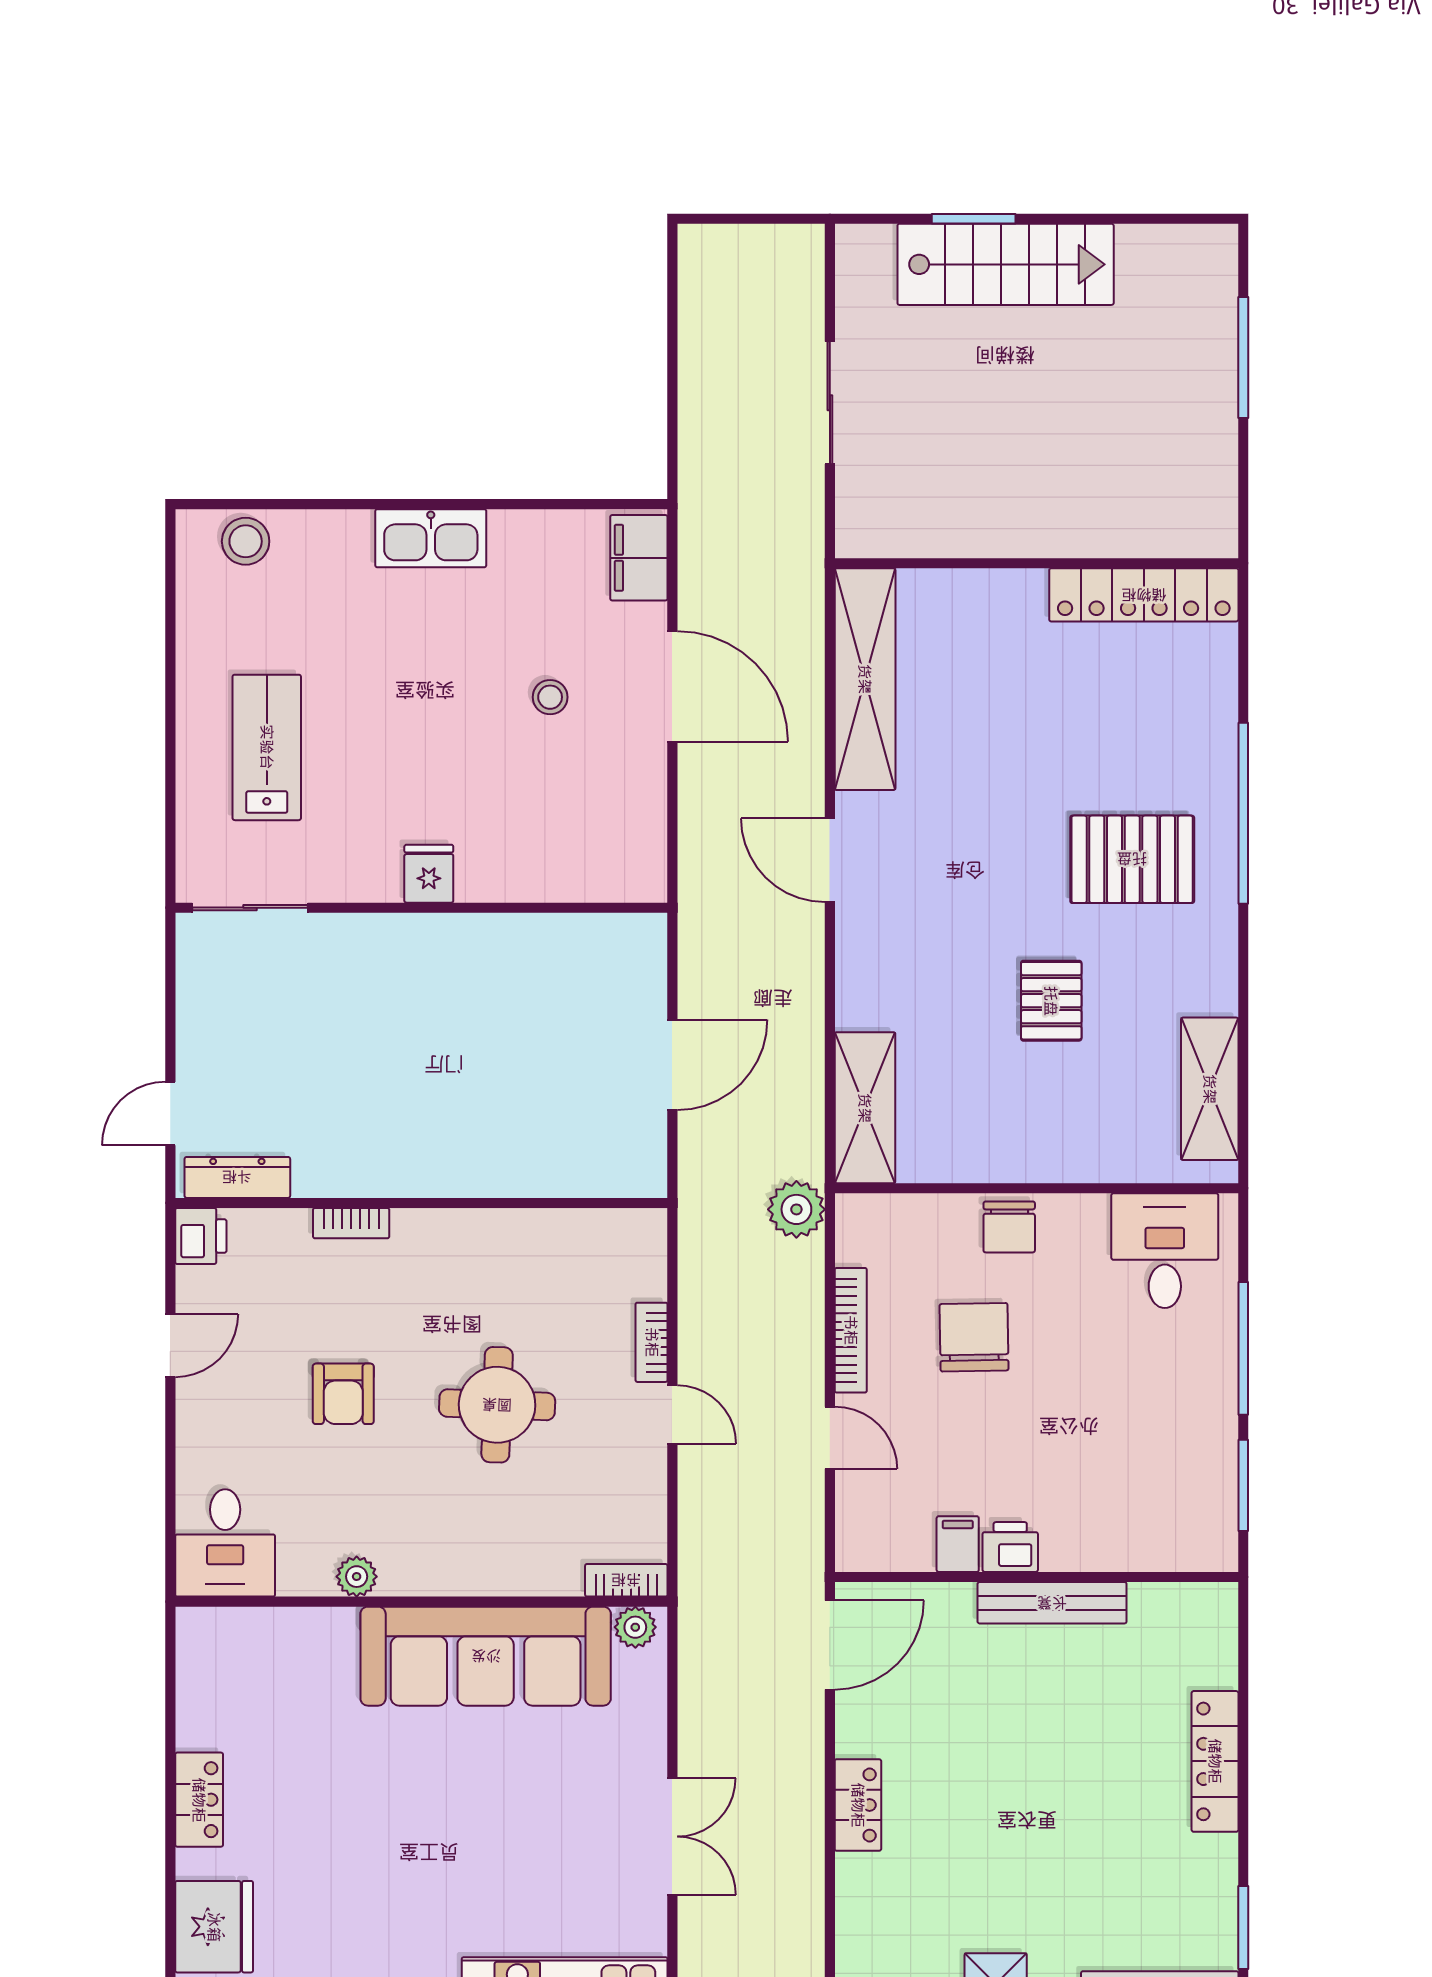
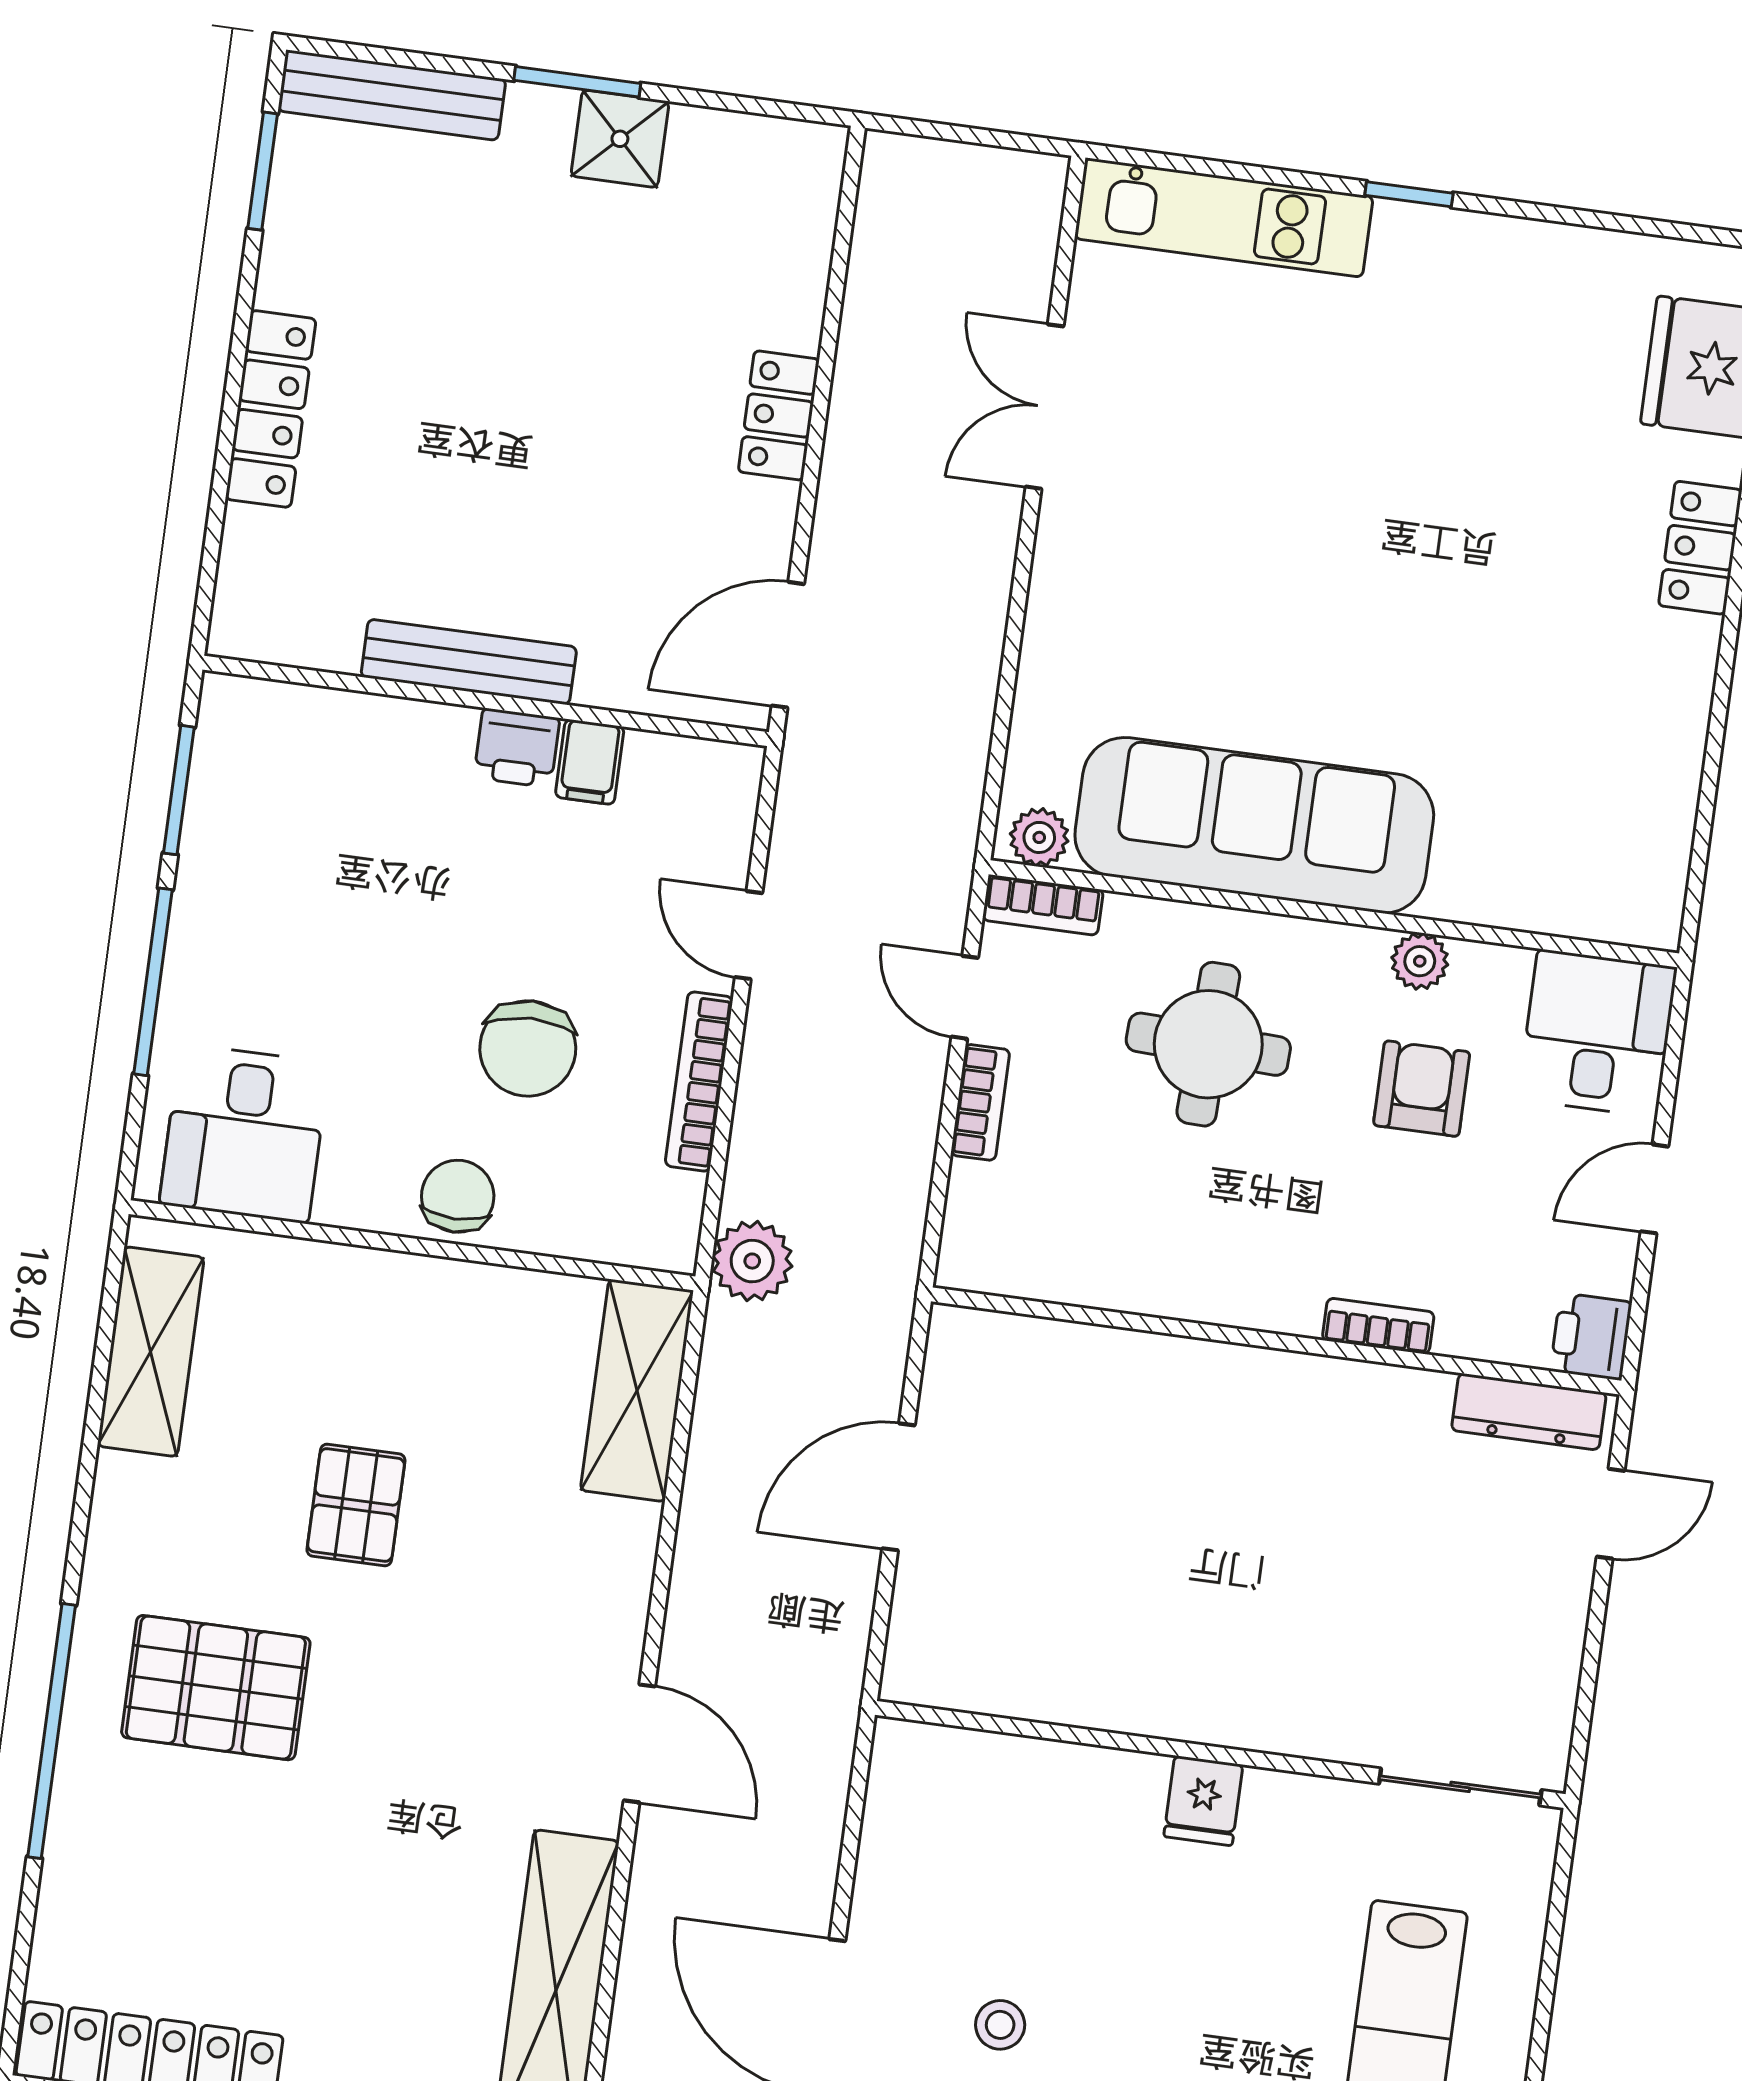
desk: (225, 1543) -> (1597, 1033), moved
plant: (357, 1577) -> (1420, 961), moved
bookcase: (626, 1580) -> (1043, 905), moved
wall: (421, 1602) -> (1334, 914), moved
plant: (635, 1627) -> (1039, 837), moved
sofa: (486, 1656) -> (1254, 825), moved

